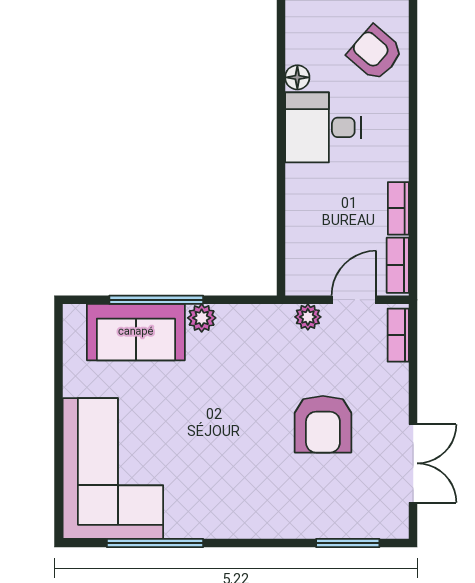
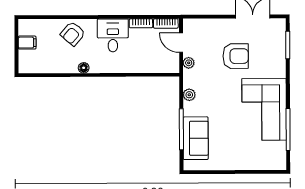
desk: (323, 127) -> (113, 35), moved, turned 180
plant: (202, 318) -> (189, 95), moved
bookcase: (398, 335) -> (197, 23), removed
corner sofa: (113, 468) -> (264, 109), moved, turned -90

